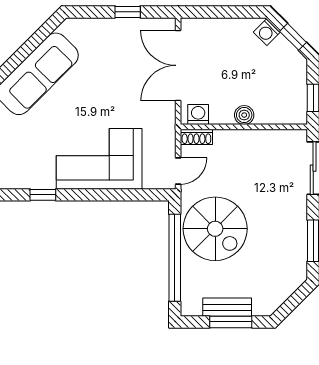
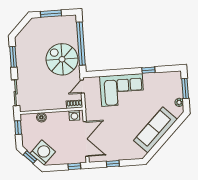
window: (205, 12) -> (74, 166), added
washing machine: (267, 32) -> (43, 153), width x1.89, depth x1.89
boiler: (244, 115) -> (41, 117), moved
bench: (227, 307) -> (53, 21), removed

